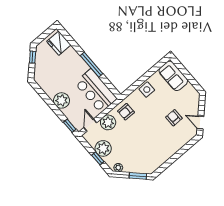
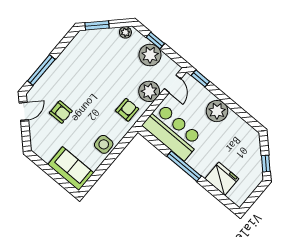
fridge: (59, 43) -> (222, 179), moved
door: (200, 123) -> (24, 111), hinge flipped
window: (183, 150) -> (41, 70), added

